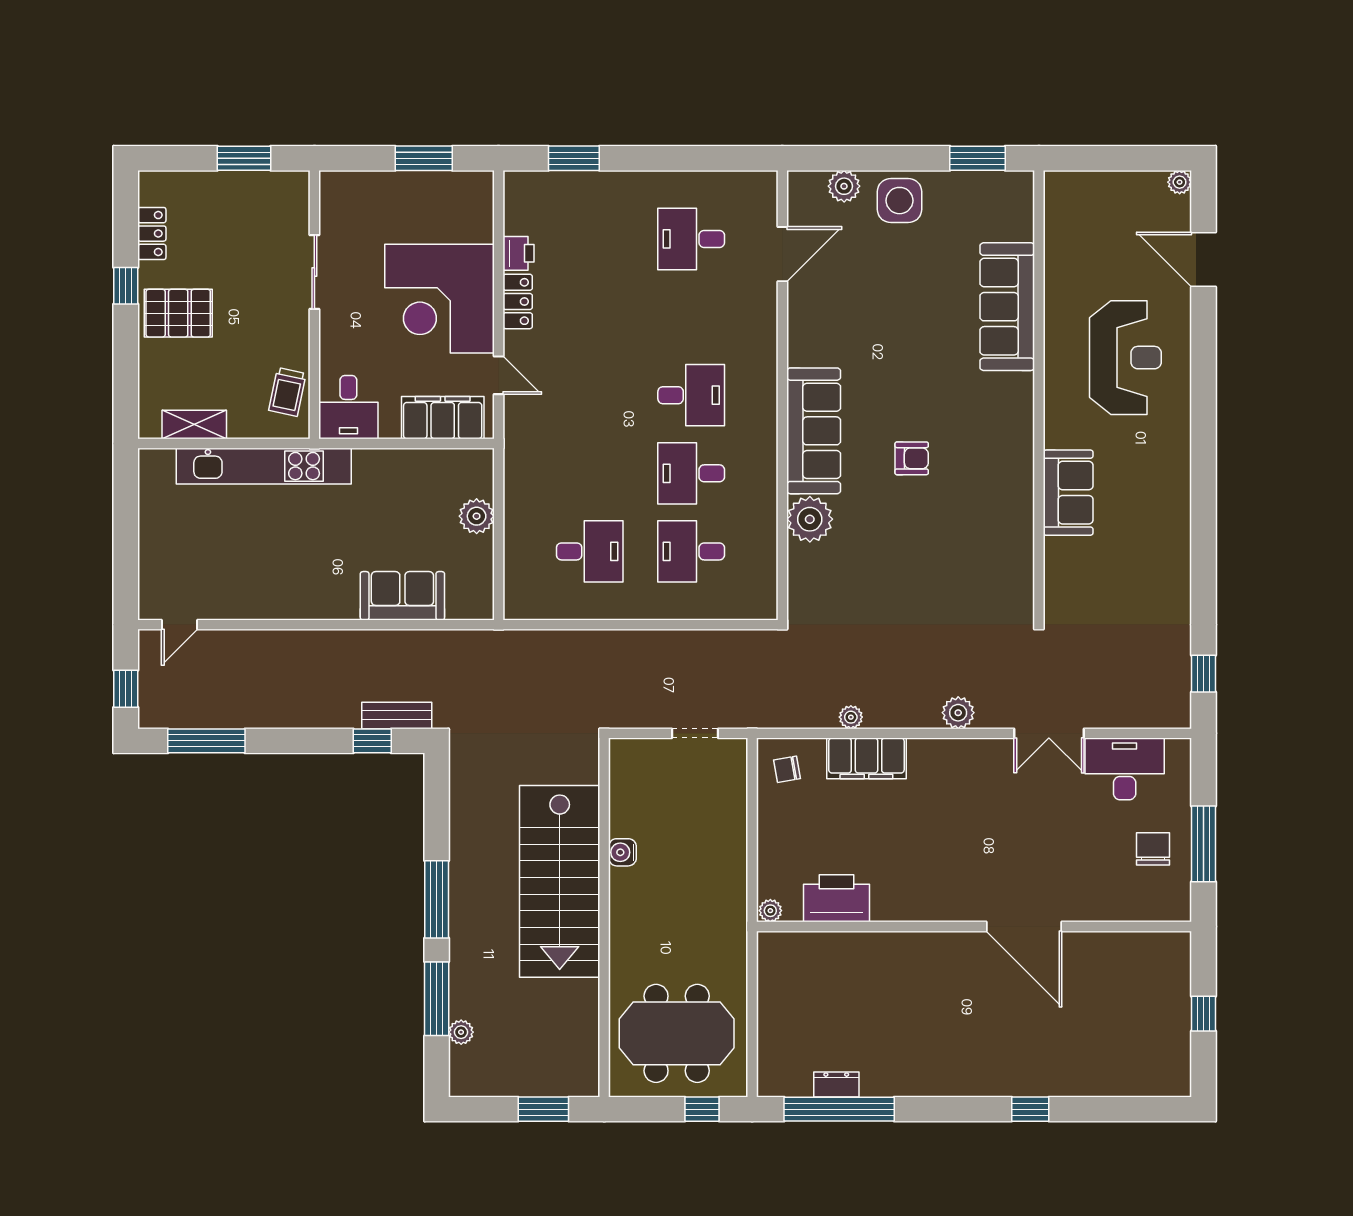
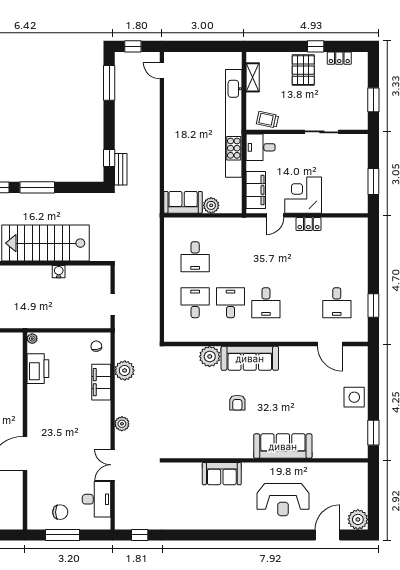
window: (574, 158) -> (373, 306), moved
plant: (1180, 182) -> (358, 519), width x1.88, depth x1.88
plant: (844, 186) -> (361, 372), removed
desk: (691, 239) -> (337, 303), turned 180
printer: (519, 253) -> (330, 224), removed
corner desk: (440, 299) -> (303, 195), width x0.74, depth x0.74
sofa: (1007, 307) -> (283, 446), moved
kitchen unit: (264, 466) -> (234, 123), width x1.36
sofa: (402, 596) -> (183, 202), moved, turned -90
plant: (851, 717) -> (125, 370), width x1.87, depth x1.87

